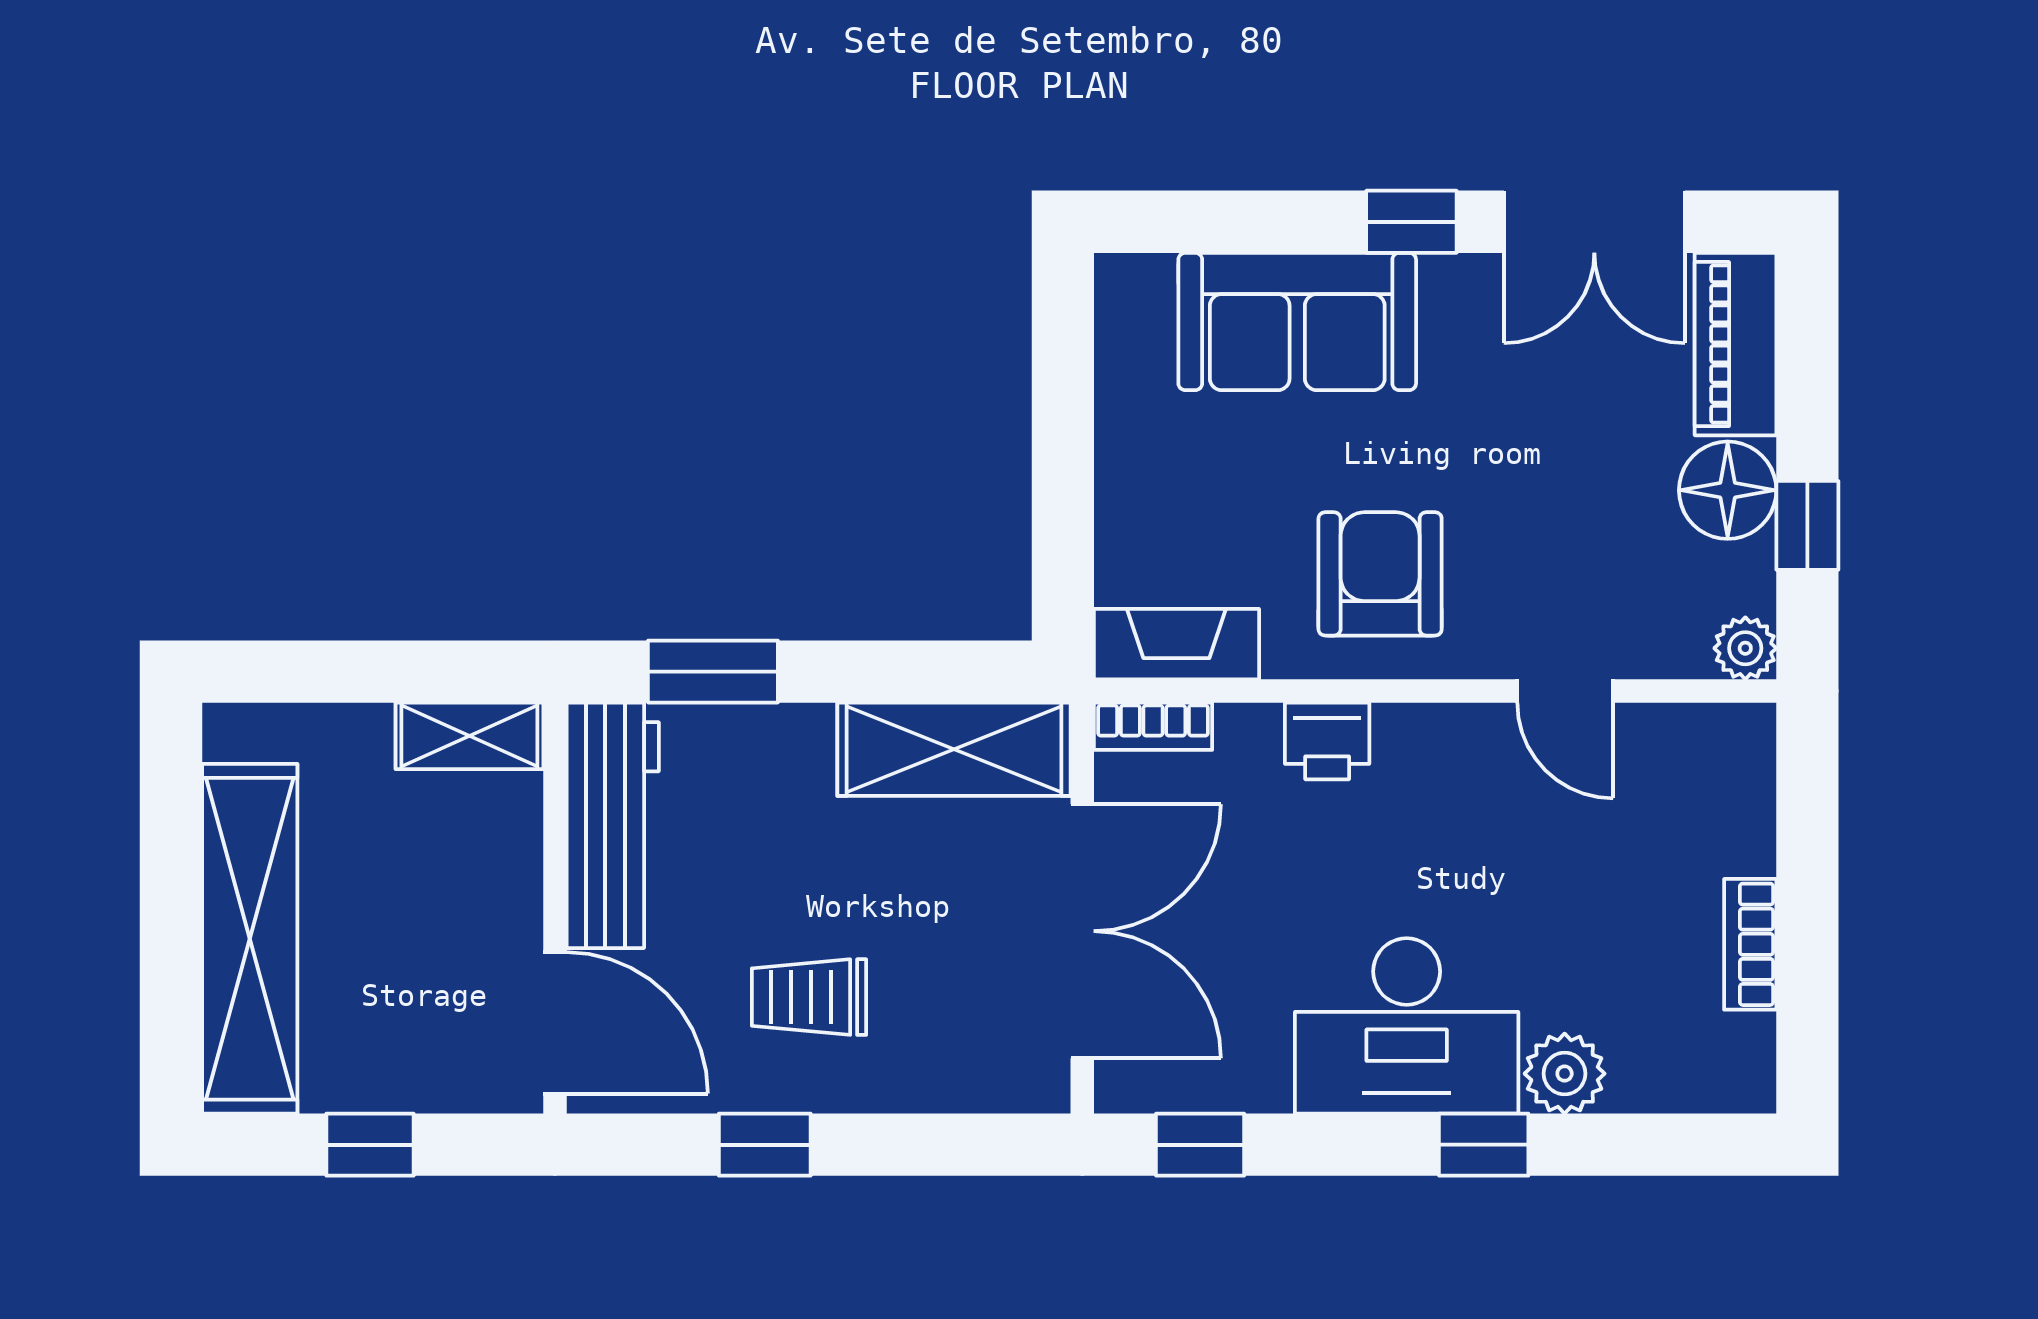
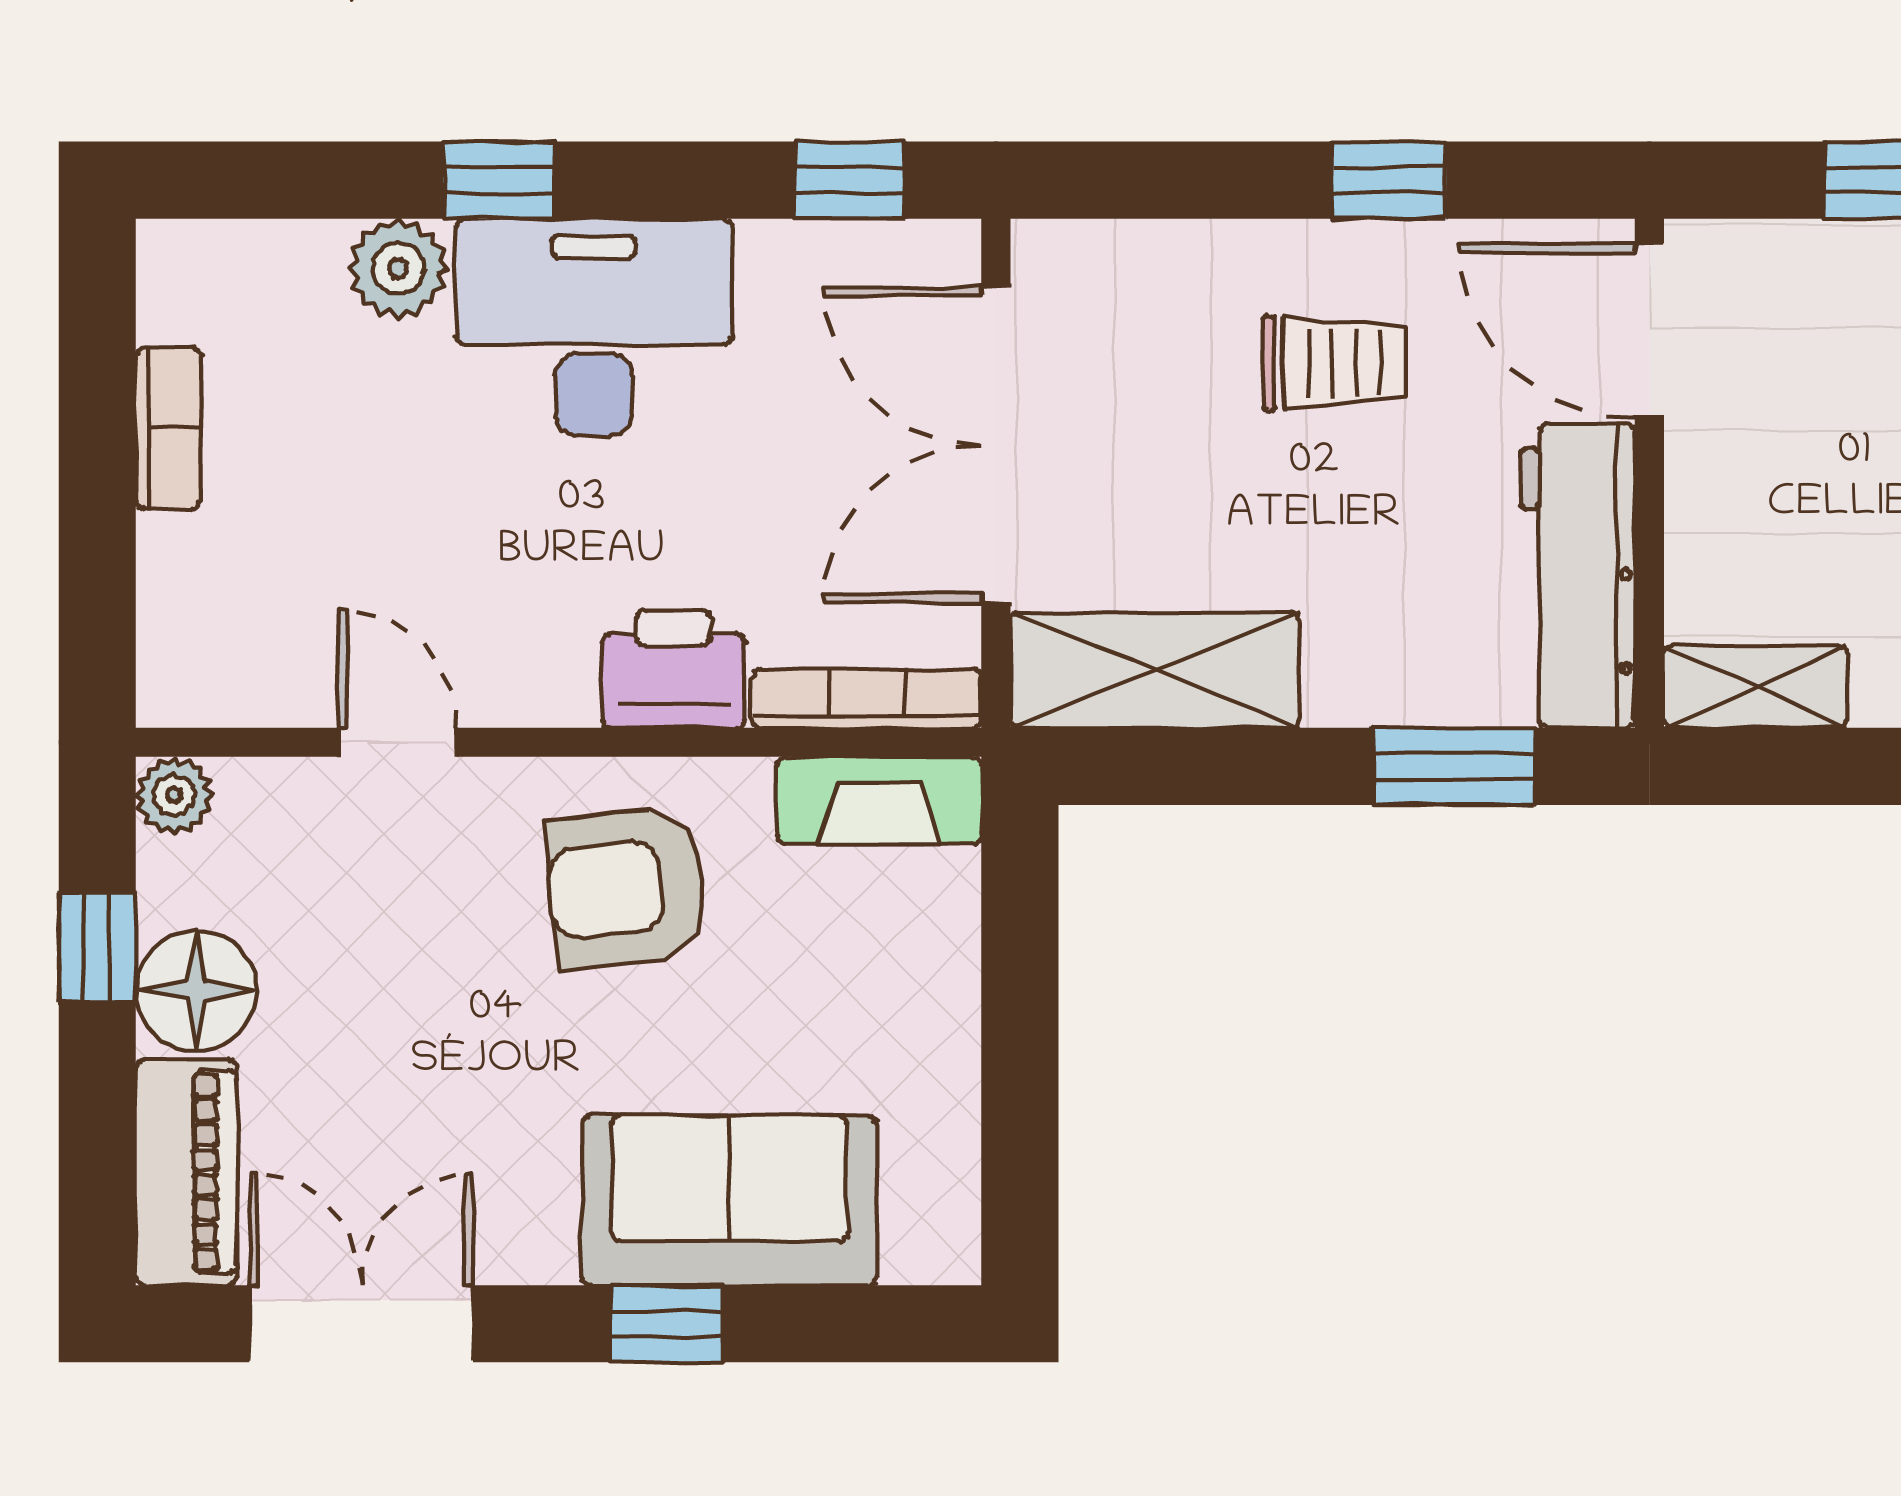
window: (1411, 222) -> (667, 1324), moved
armchair: (1380, 574) -> (627, 887), turned 84
bookcase: (1153, 726) -> (867, 699), width x1.56
printer: (1327, 741) -> (673, 669), width x1.36, depth x1.24

